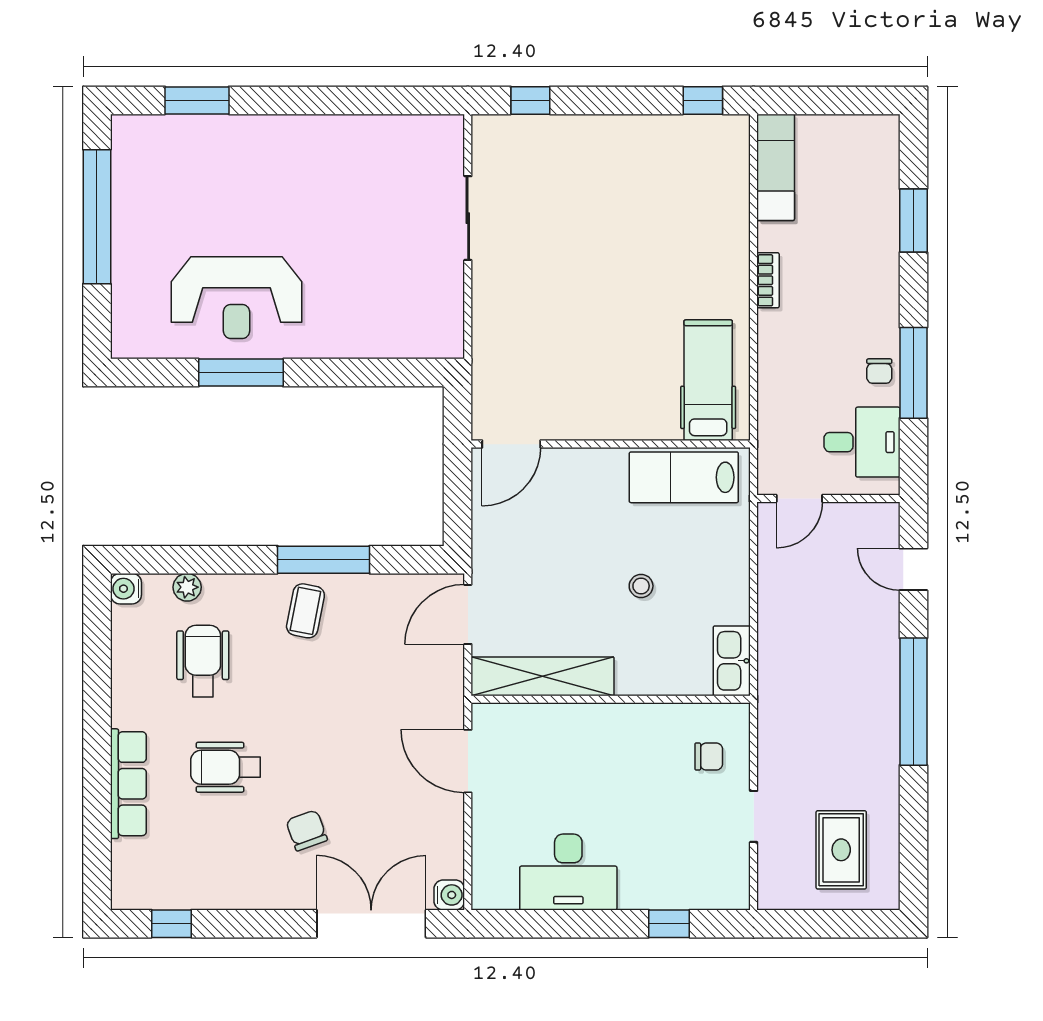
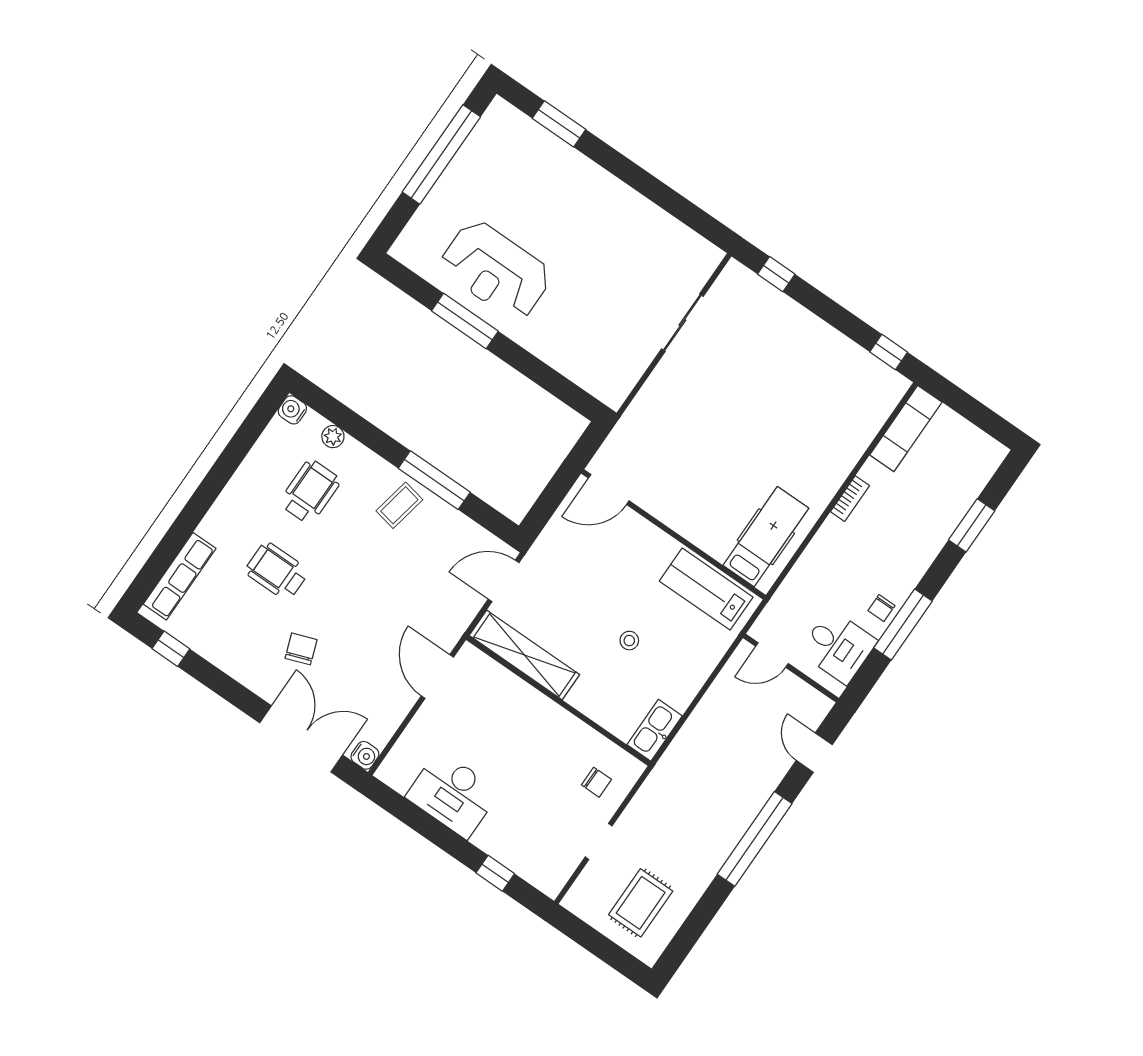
row of seats: (128, 784) -> (180, 576), moved

